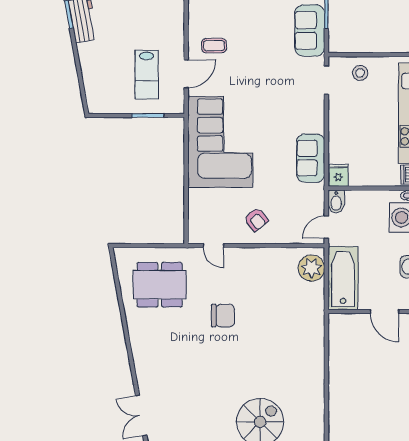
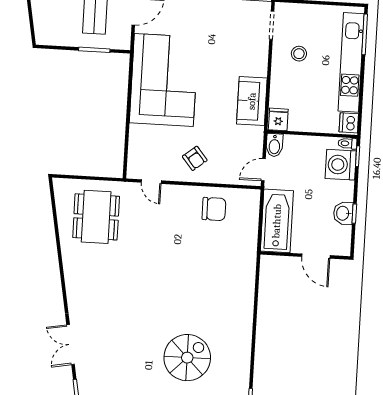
stool: (360, 73) -> (299, 54), moved
plant: (312, 268) -> (246, 209), removed
dining table: (160, 285) -> (96, 217), turned 90
chair: (223, 316) -> (214, 209), moved

